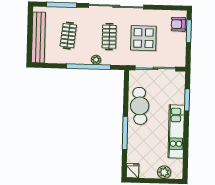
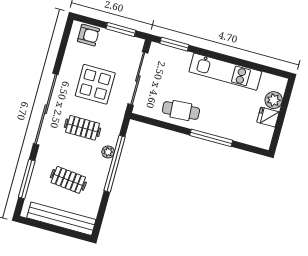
armchair: (178, 24) -> (88, 35), turned -90
window: (189, 31) -> (121, 29), moved
window: (187, 100) -> (174, 44), moved
cafe table: (140, 106) -> (181, 110), width x0.73, depth x0.74
fridge: (133, 171) -> (268, 117), moved

